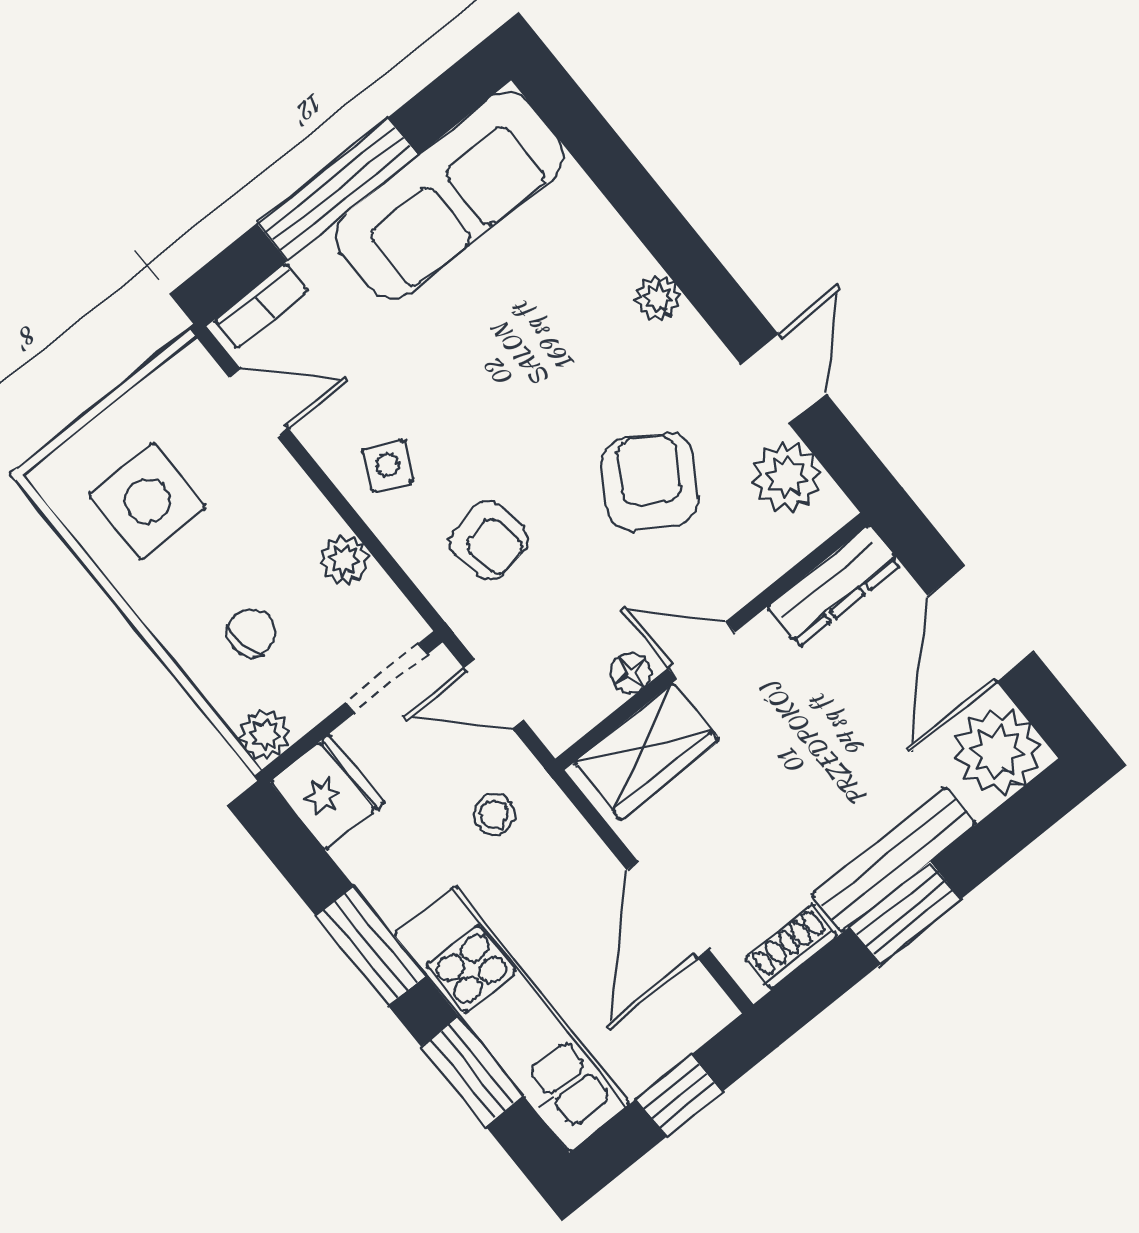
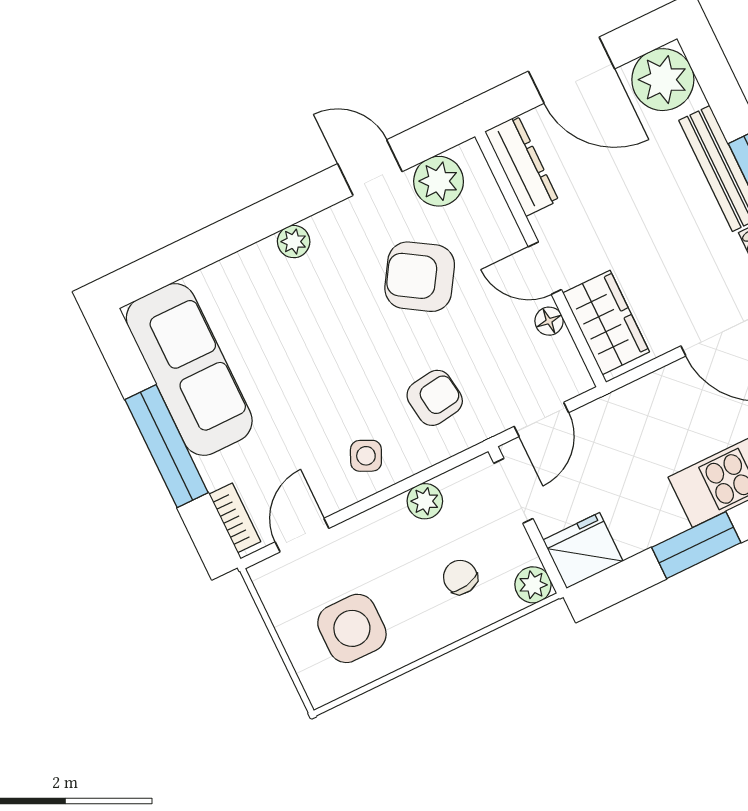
door: (701, 650) -> (545, 268), hinge flipped
stool: (494, 815) -> (625, 438), removed

